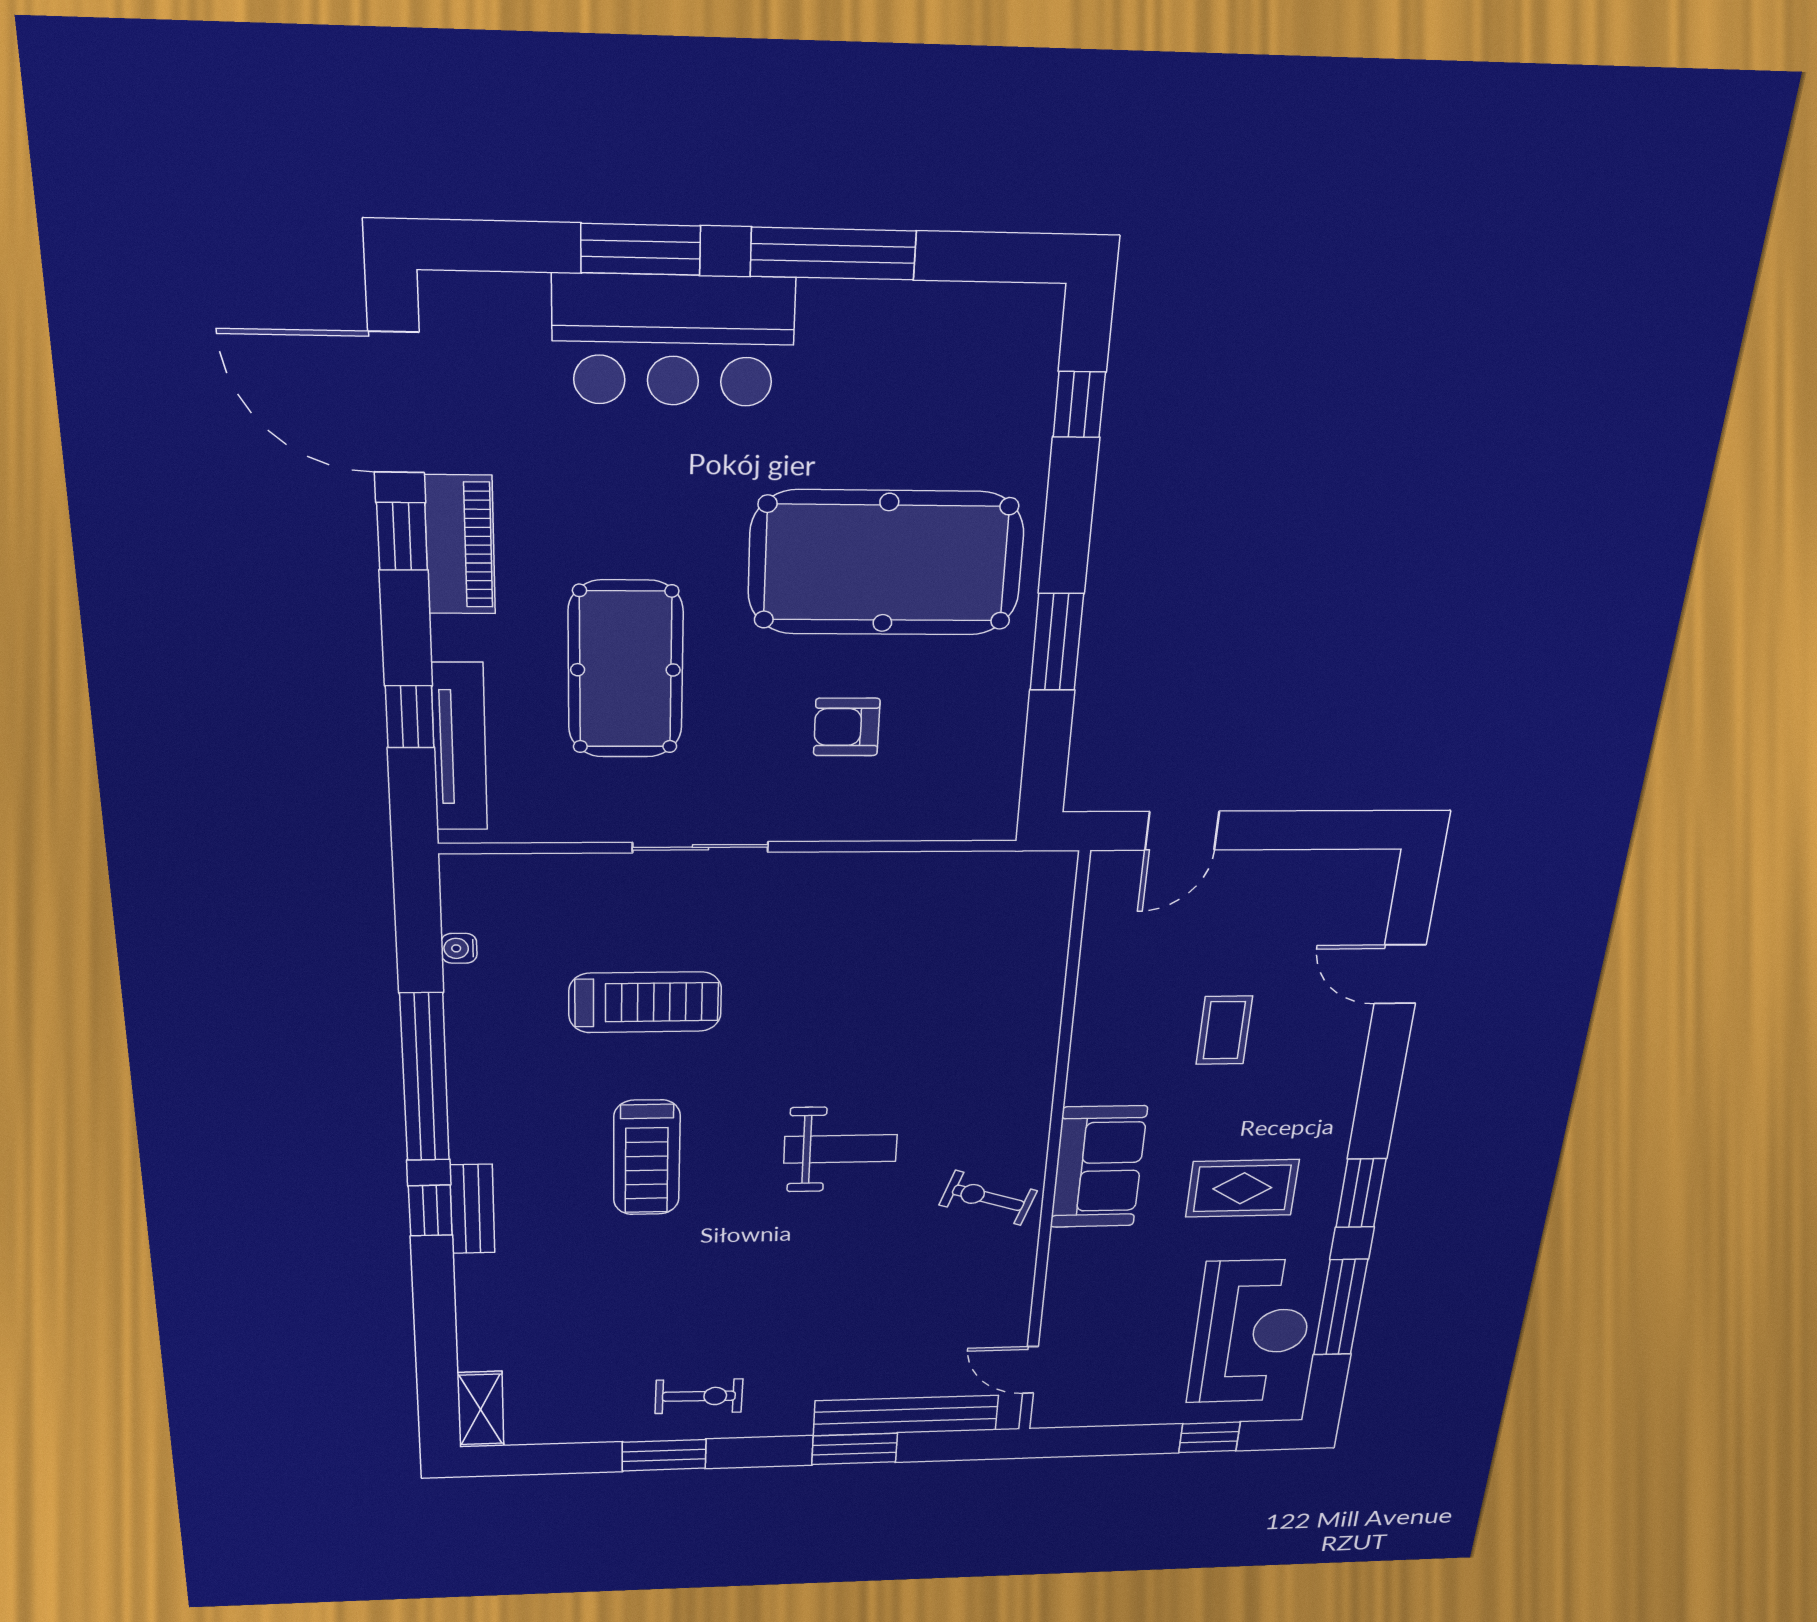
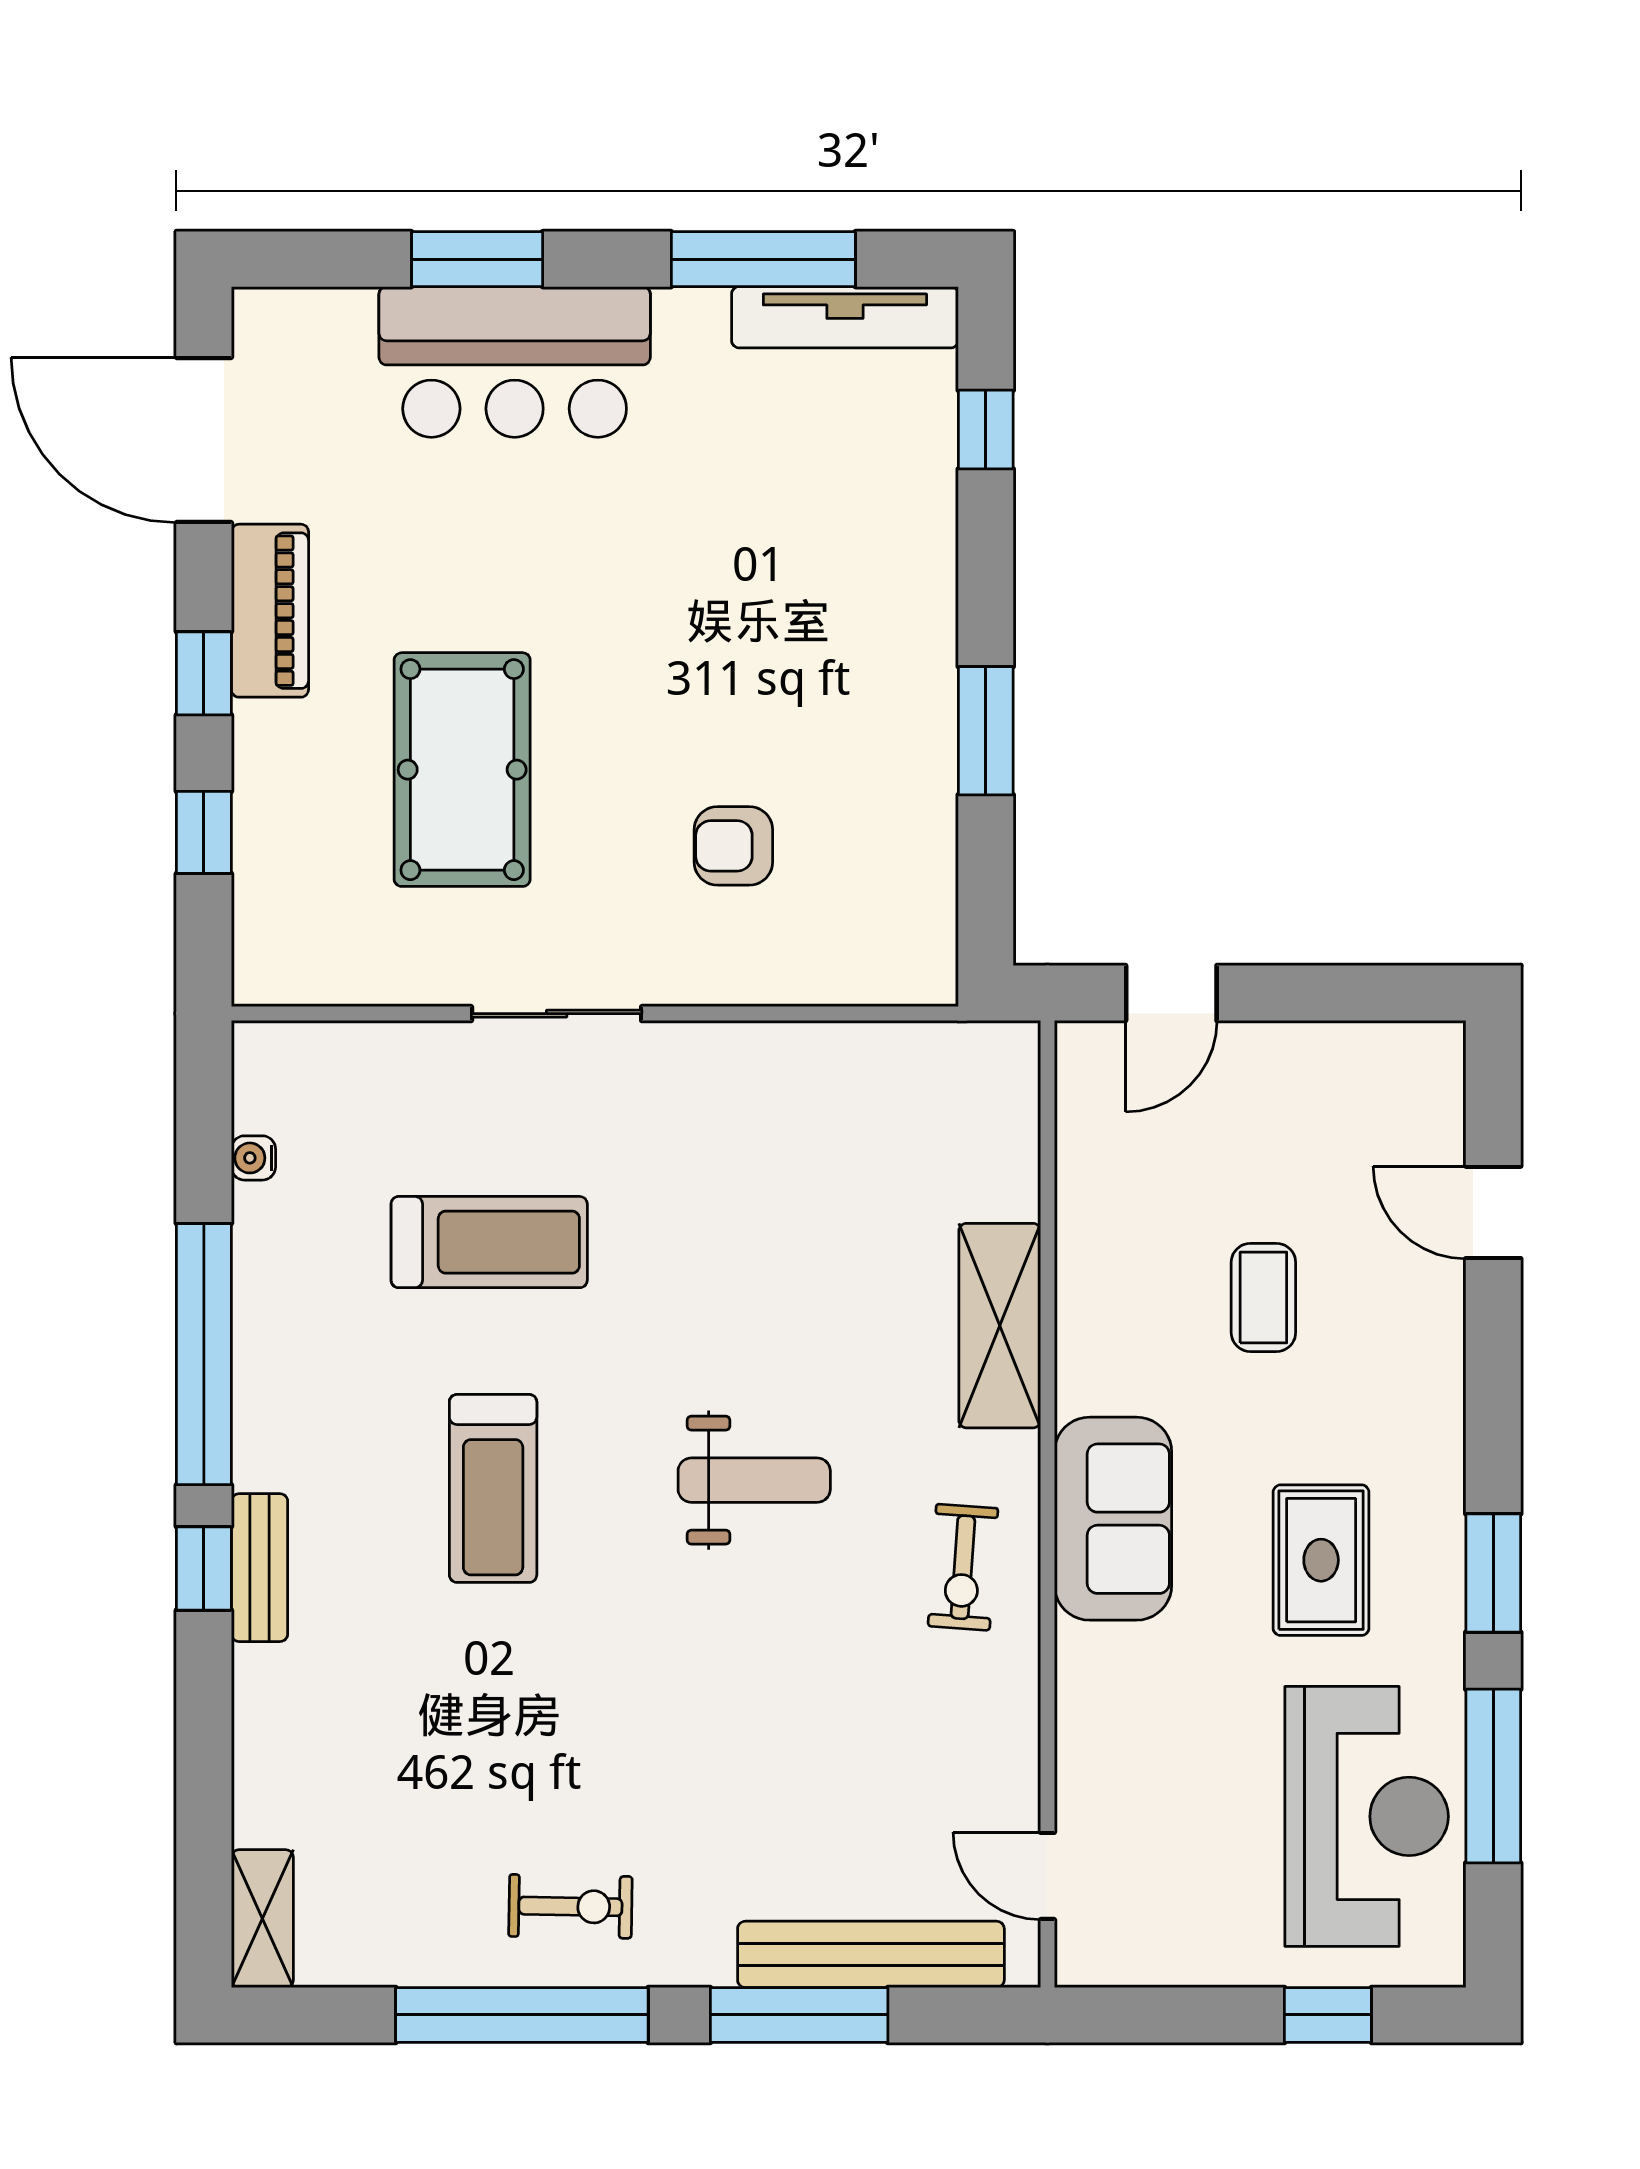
window: (833, 254) -> (763, 259), moved
window: (402, 536) -> (204, 673), moved
pool table: (886, 563) -> (770, 629), removed
tv unit: (459, 747) -> (845, 317), moved, turned 90
shelving: (1029, 1051) -> (1000, 1326), added
rug: (1242, 1188) -> (1321, 1560), turned 90
exercise bike: (988, 1198) -> (963, 1567), turned -104
window: (855, 1449) -> (799, 2015), width x1.44
window: (664, 1455) -> (522, 2015), width x2.11

